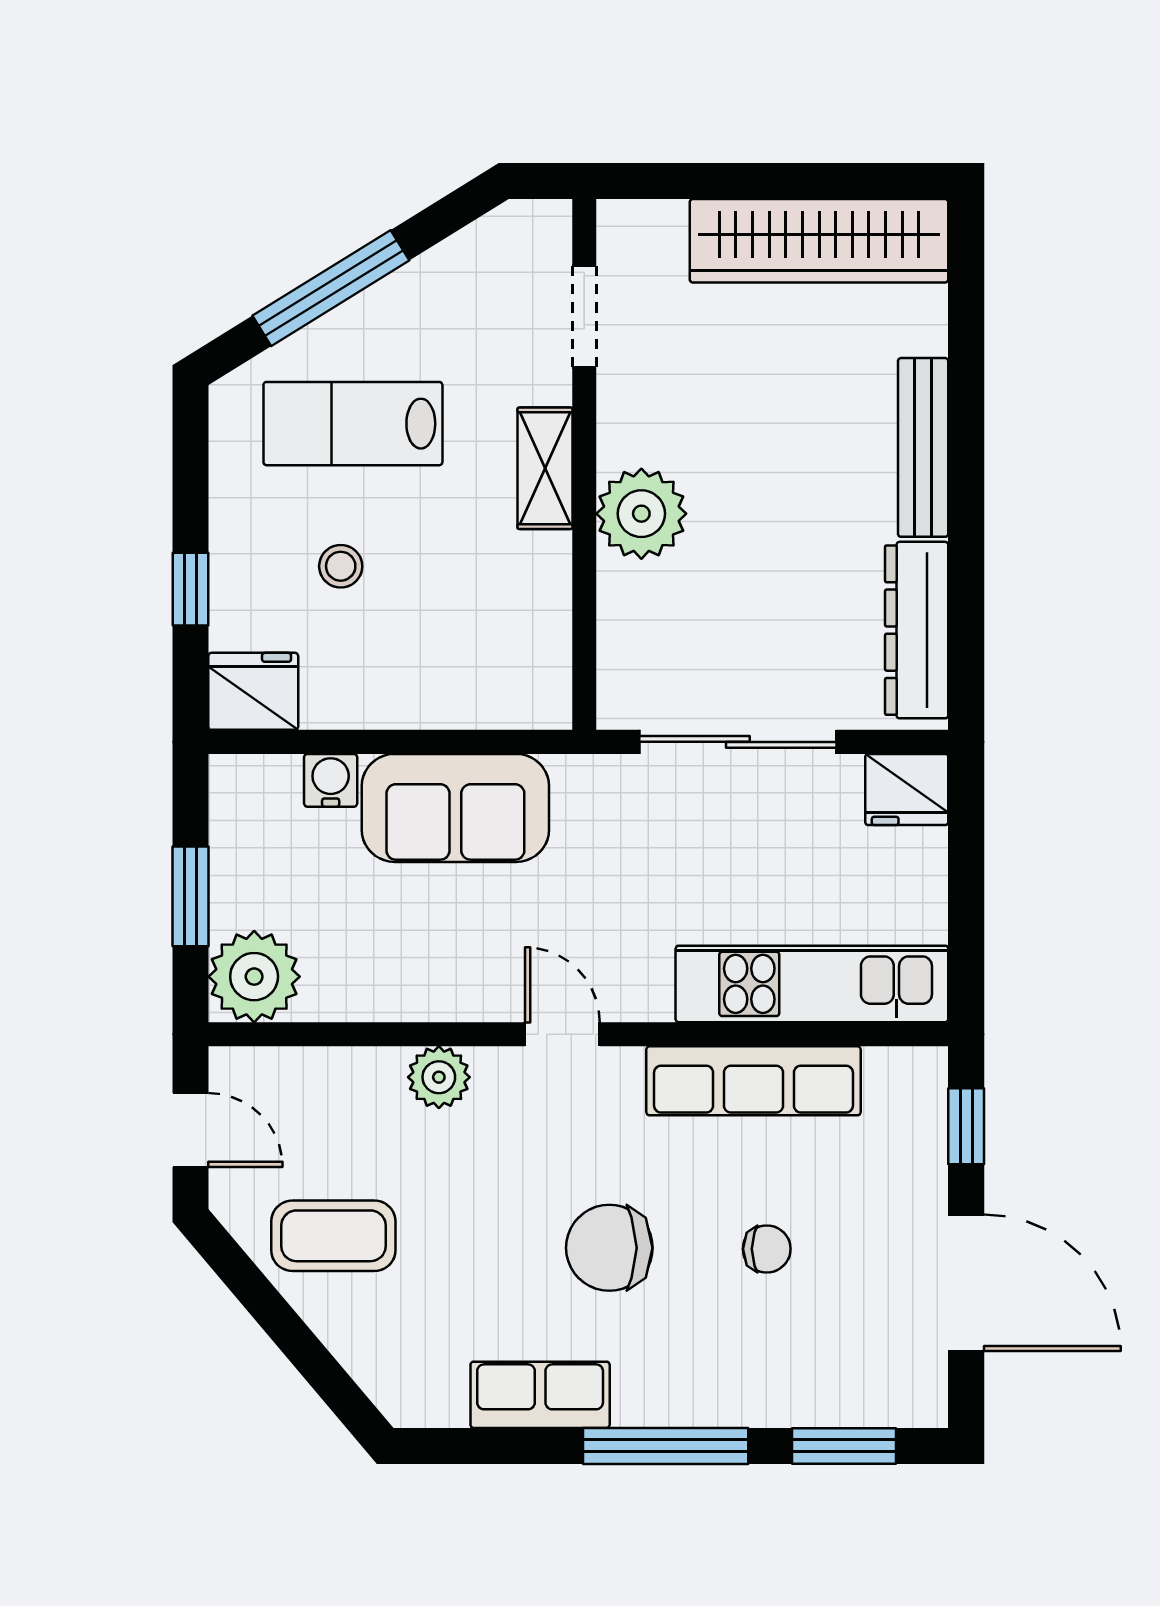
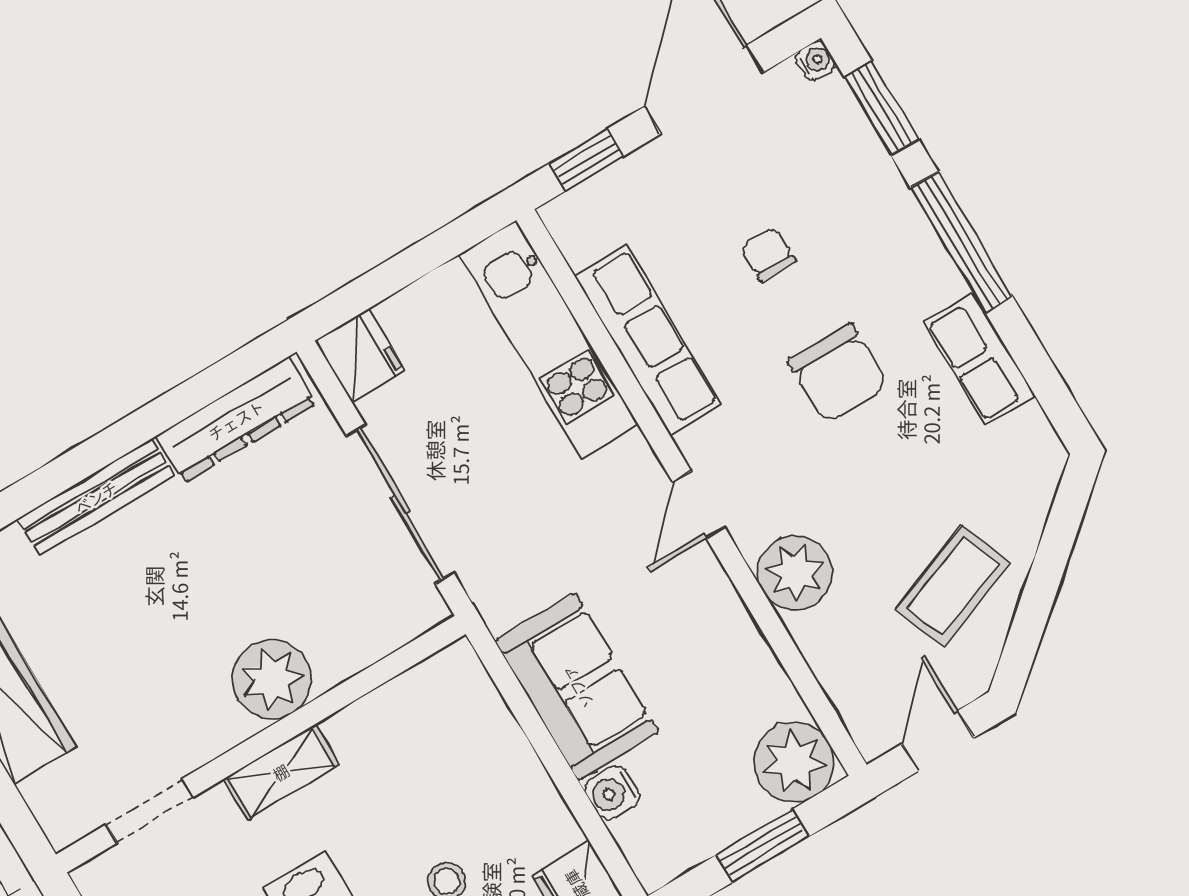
plant: (439, 1077) -> (795, 573), width x1.36, depth x1.36
coffee table: (333, 1236) -> (953, 586), turned 69
water cooler: (929, 1409) -> (815, 61), added

